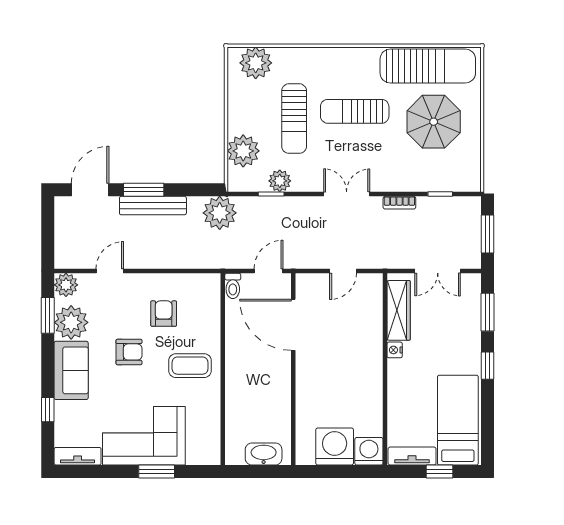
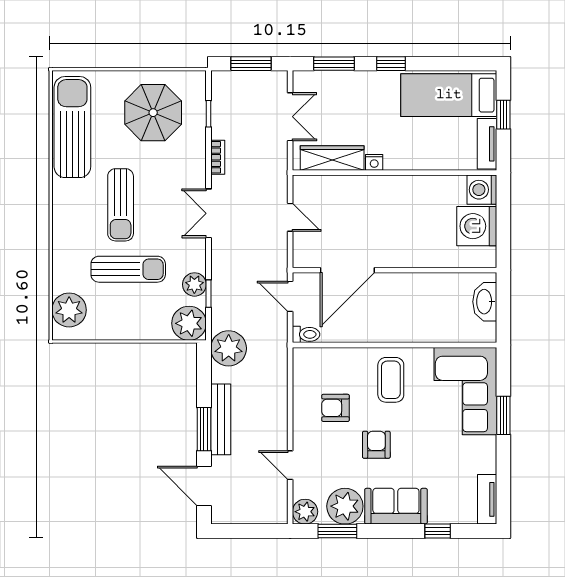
parasol: (434, 122) -> (153, 113), moved
plant: (243, 151) -> (189, 323), moved
corner sofa: (144, 436) -> (465, 391), moved

